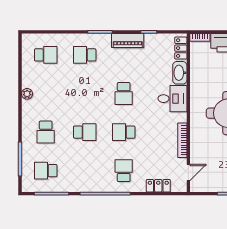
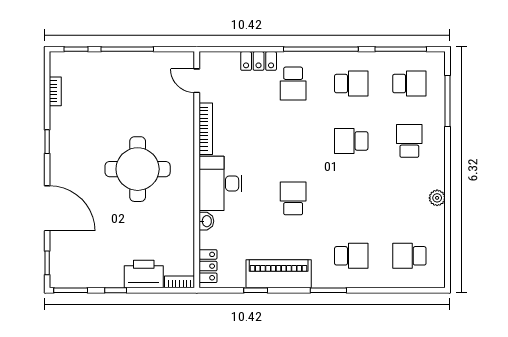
piano: (128, 41) -> (279, 274), width x1.37, depth x1.33
washbasin: (180, 73) -> (206, 221), width x0.52, depth x0.69
desk: (172, 99) -> (221, 183), width x1.37
school desk: (124, 132) -> (351, 84), moved
door: (188, 172) -> (197, 81), hinge flipped
locker: (158, 186) -> (259, 61), moved

